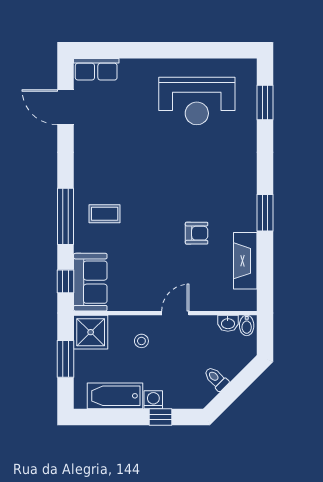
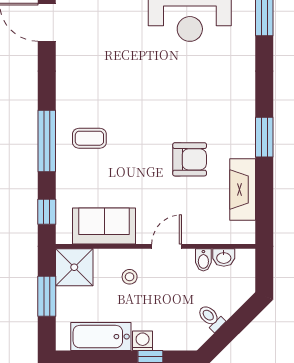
armchair: (197, 233) -> (190, 159), width x1.38, depth x1.38
sofa: (90, 282) -> (104, 226), moved, turned -90
bidet: (247, 325) -> (203, 260), moved

